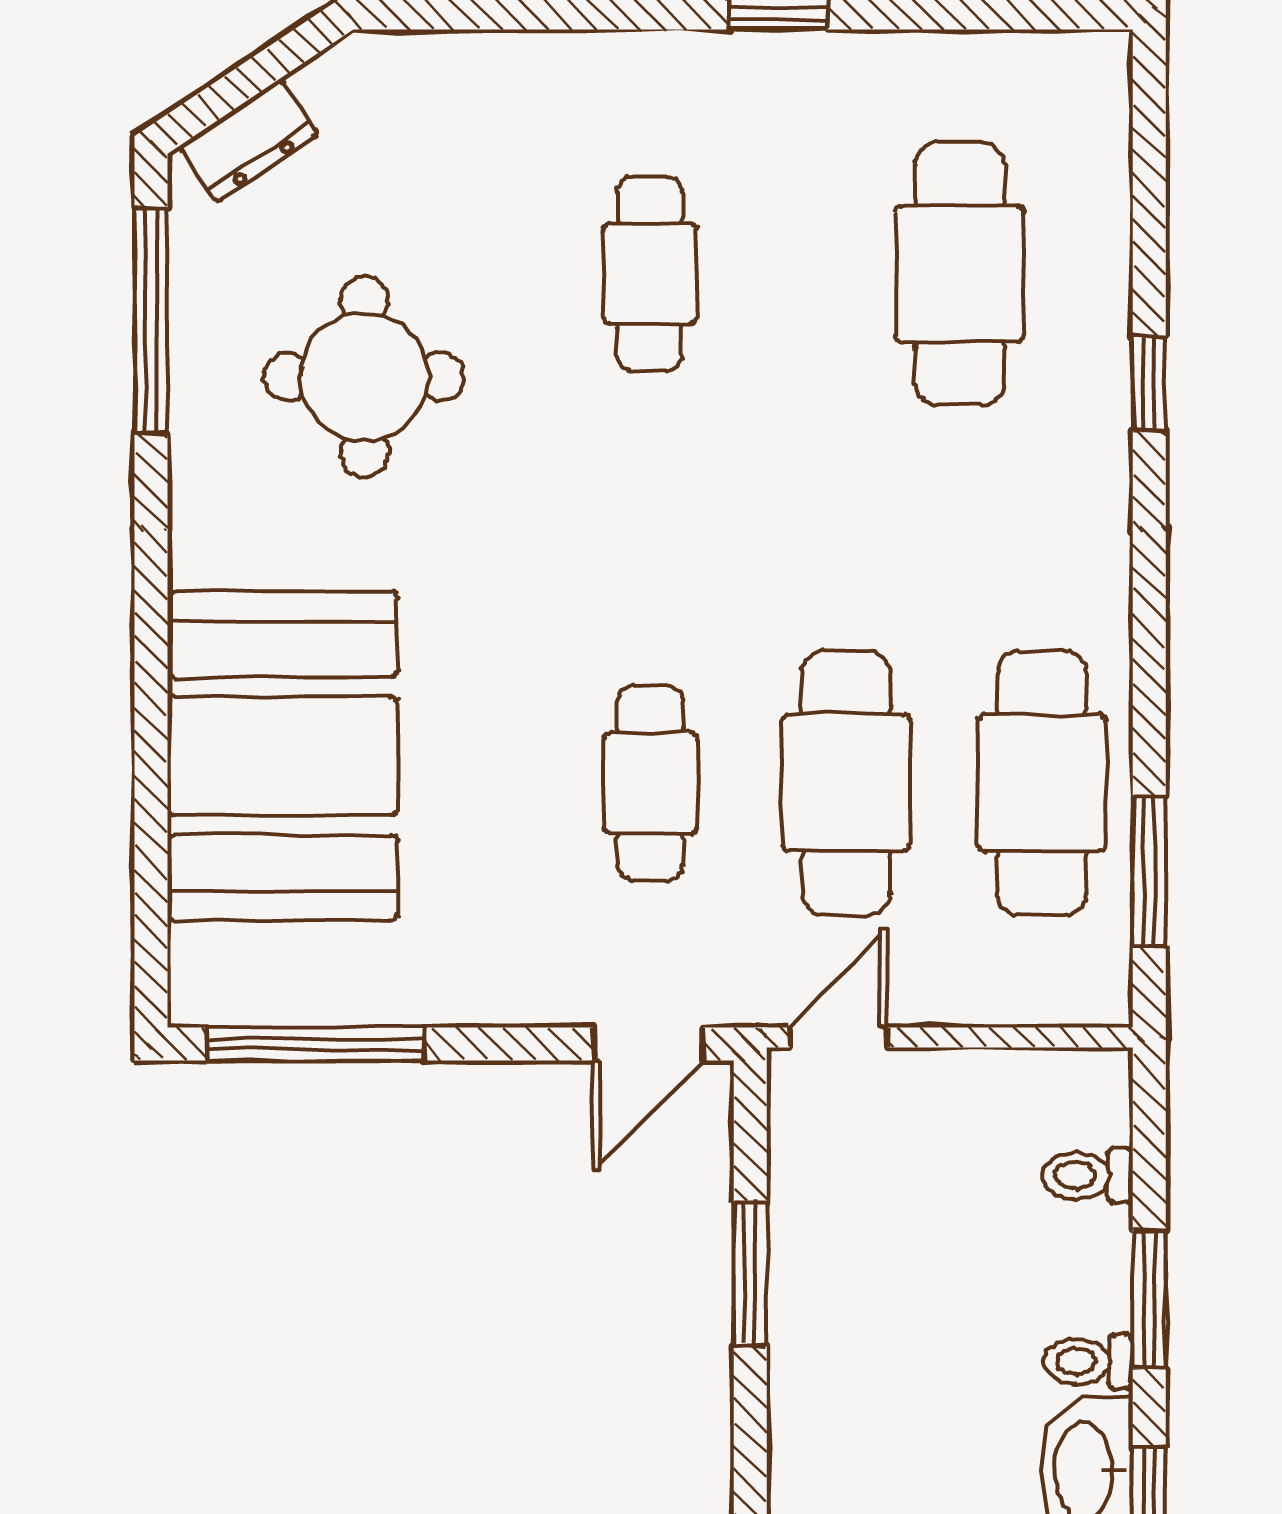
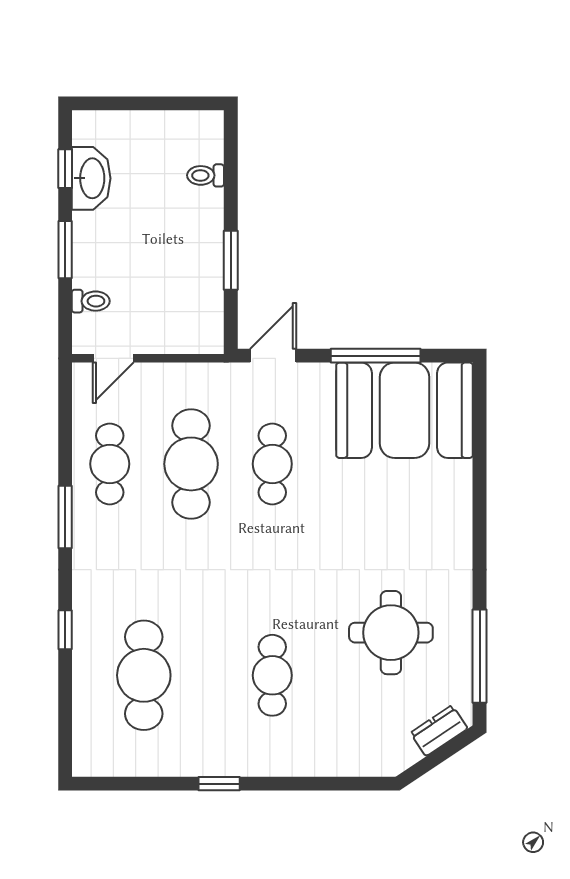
booth: (283, 756) -> (404, 410), moved, turned 90
cafe table: (1042, 783) -> (110, 464), width x0.73, depth x0.74
window: (1149, 872) -> (65, 517), moved
door: (838, 1037) -> (113, 358), moved
window: (315, 1044) -> (376, 356), moved
toilet: (1089, 1361) -> (206, 175), moved, turned 180

